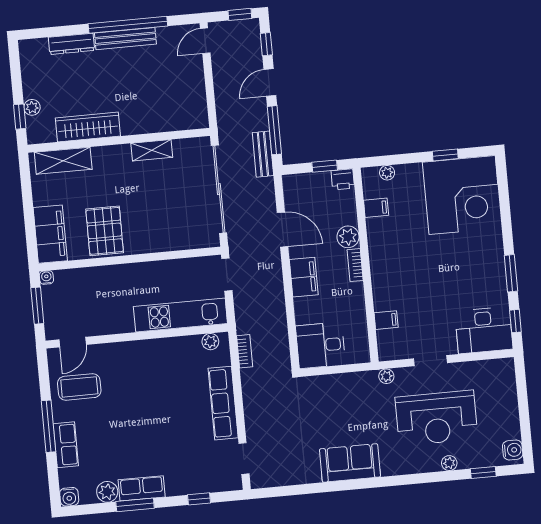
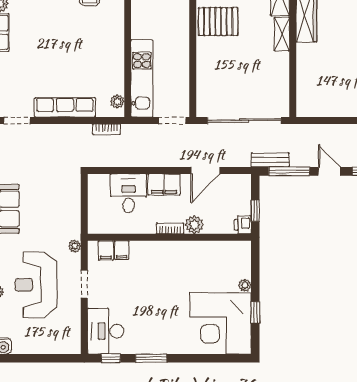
shelving: (152, 150) -> (282, 34), moved
plant: (387, 173) -> (245, 285), moved
filing cabinet: (376, 208) -> (106, 250), moved
desk: (321, 345) -> (129, 193), moved

